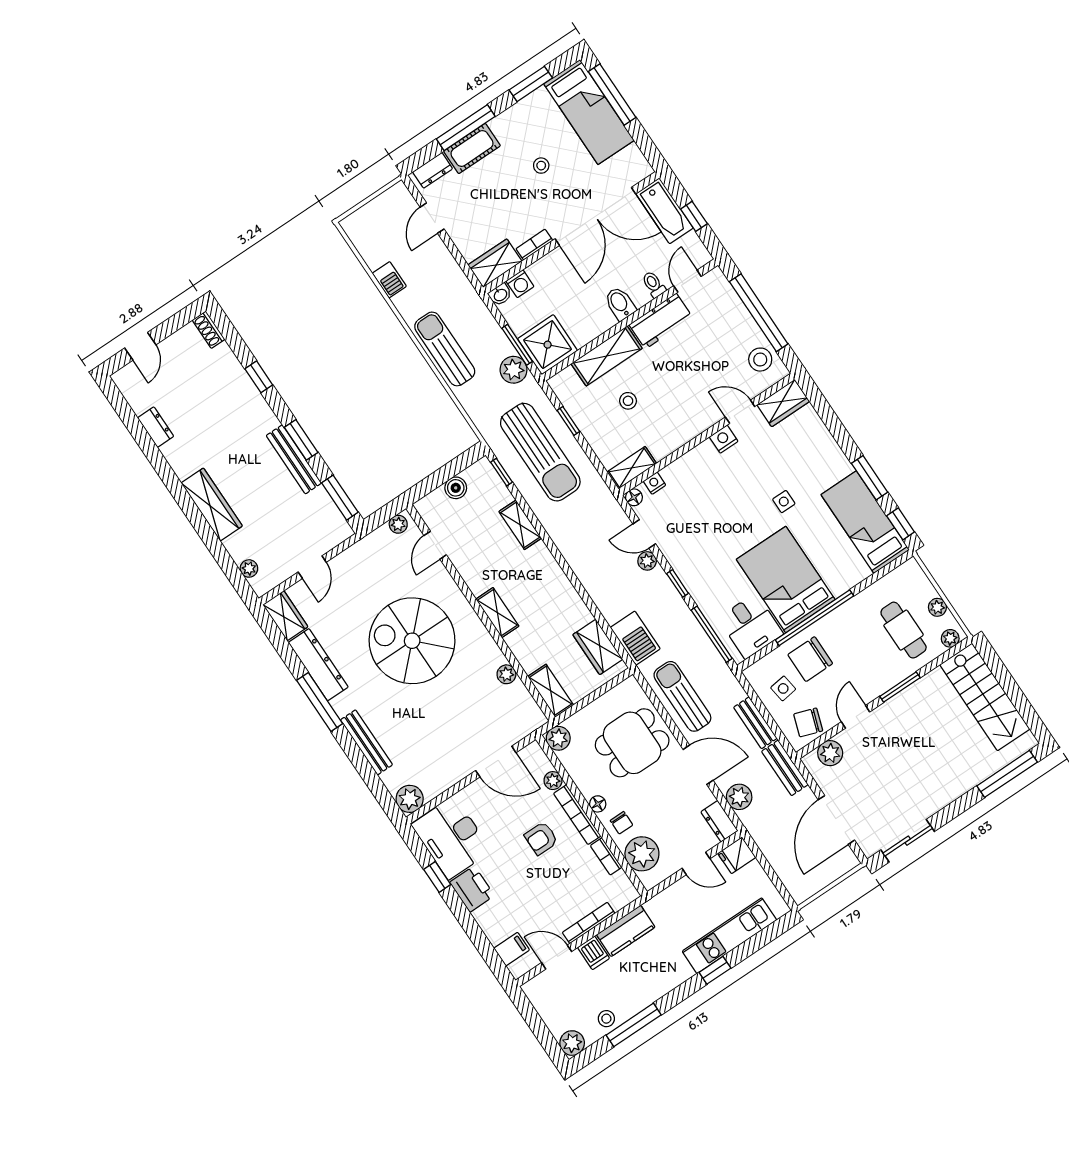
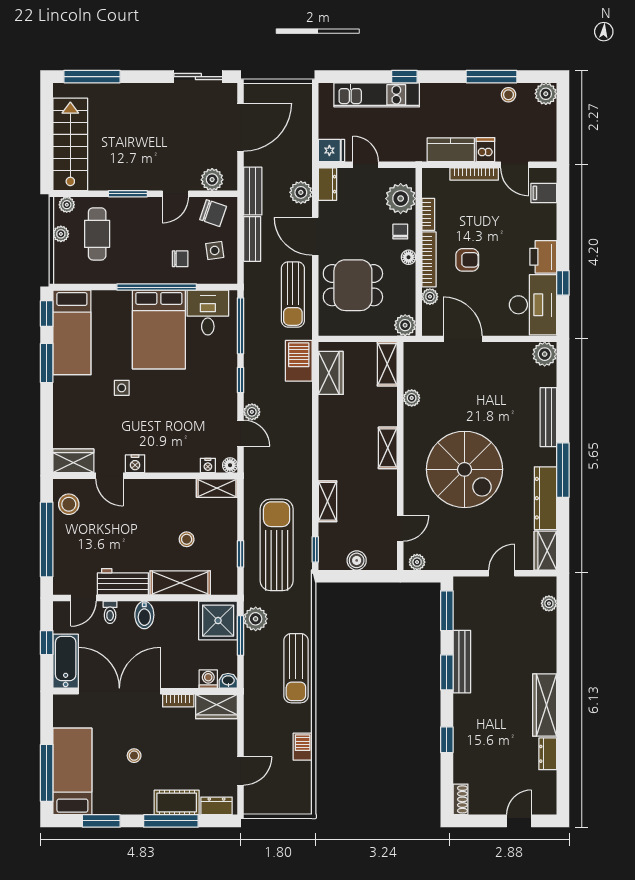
wardrobe: (212, 504) -> (545, 705), moved
chair: (810, 659) -> (180, 259), width x0.54, depth x0.54

